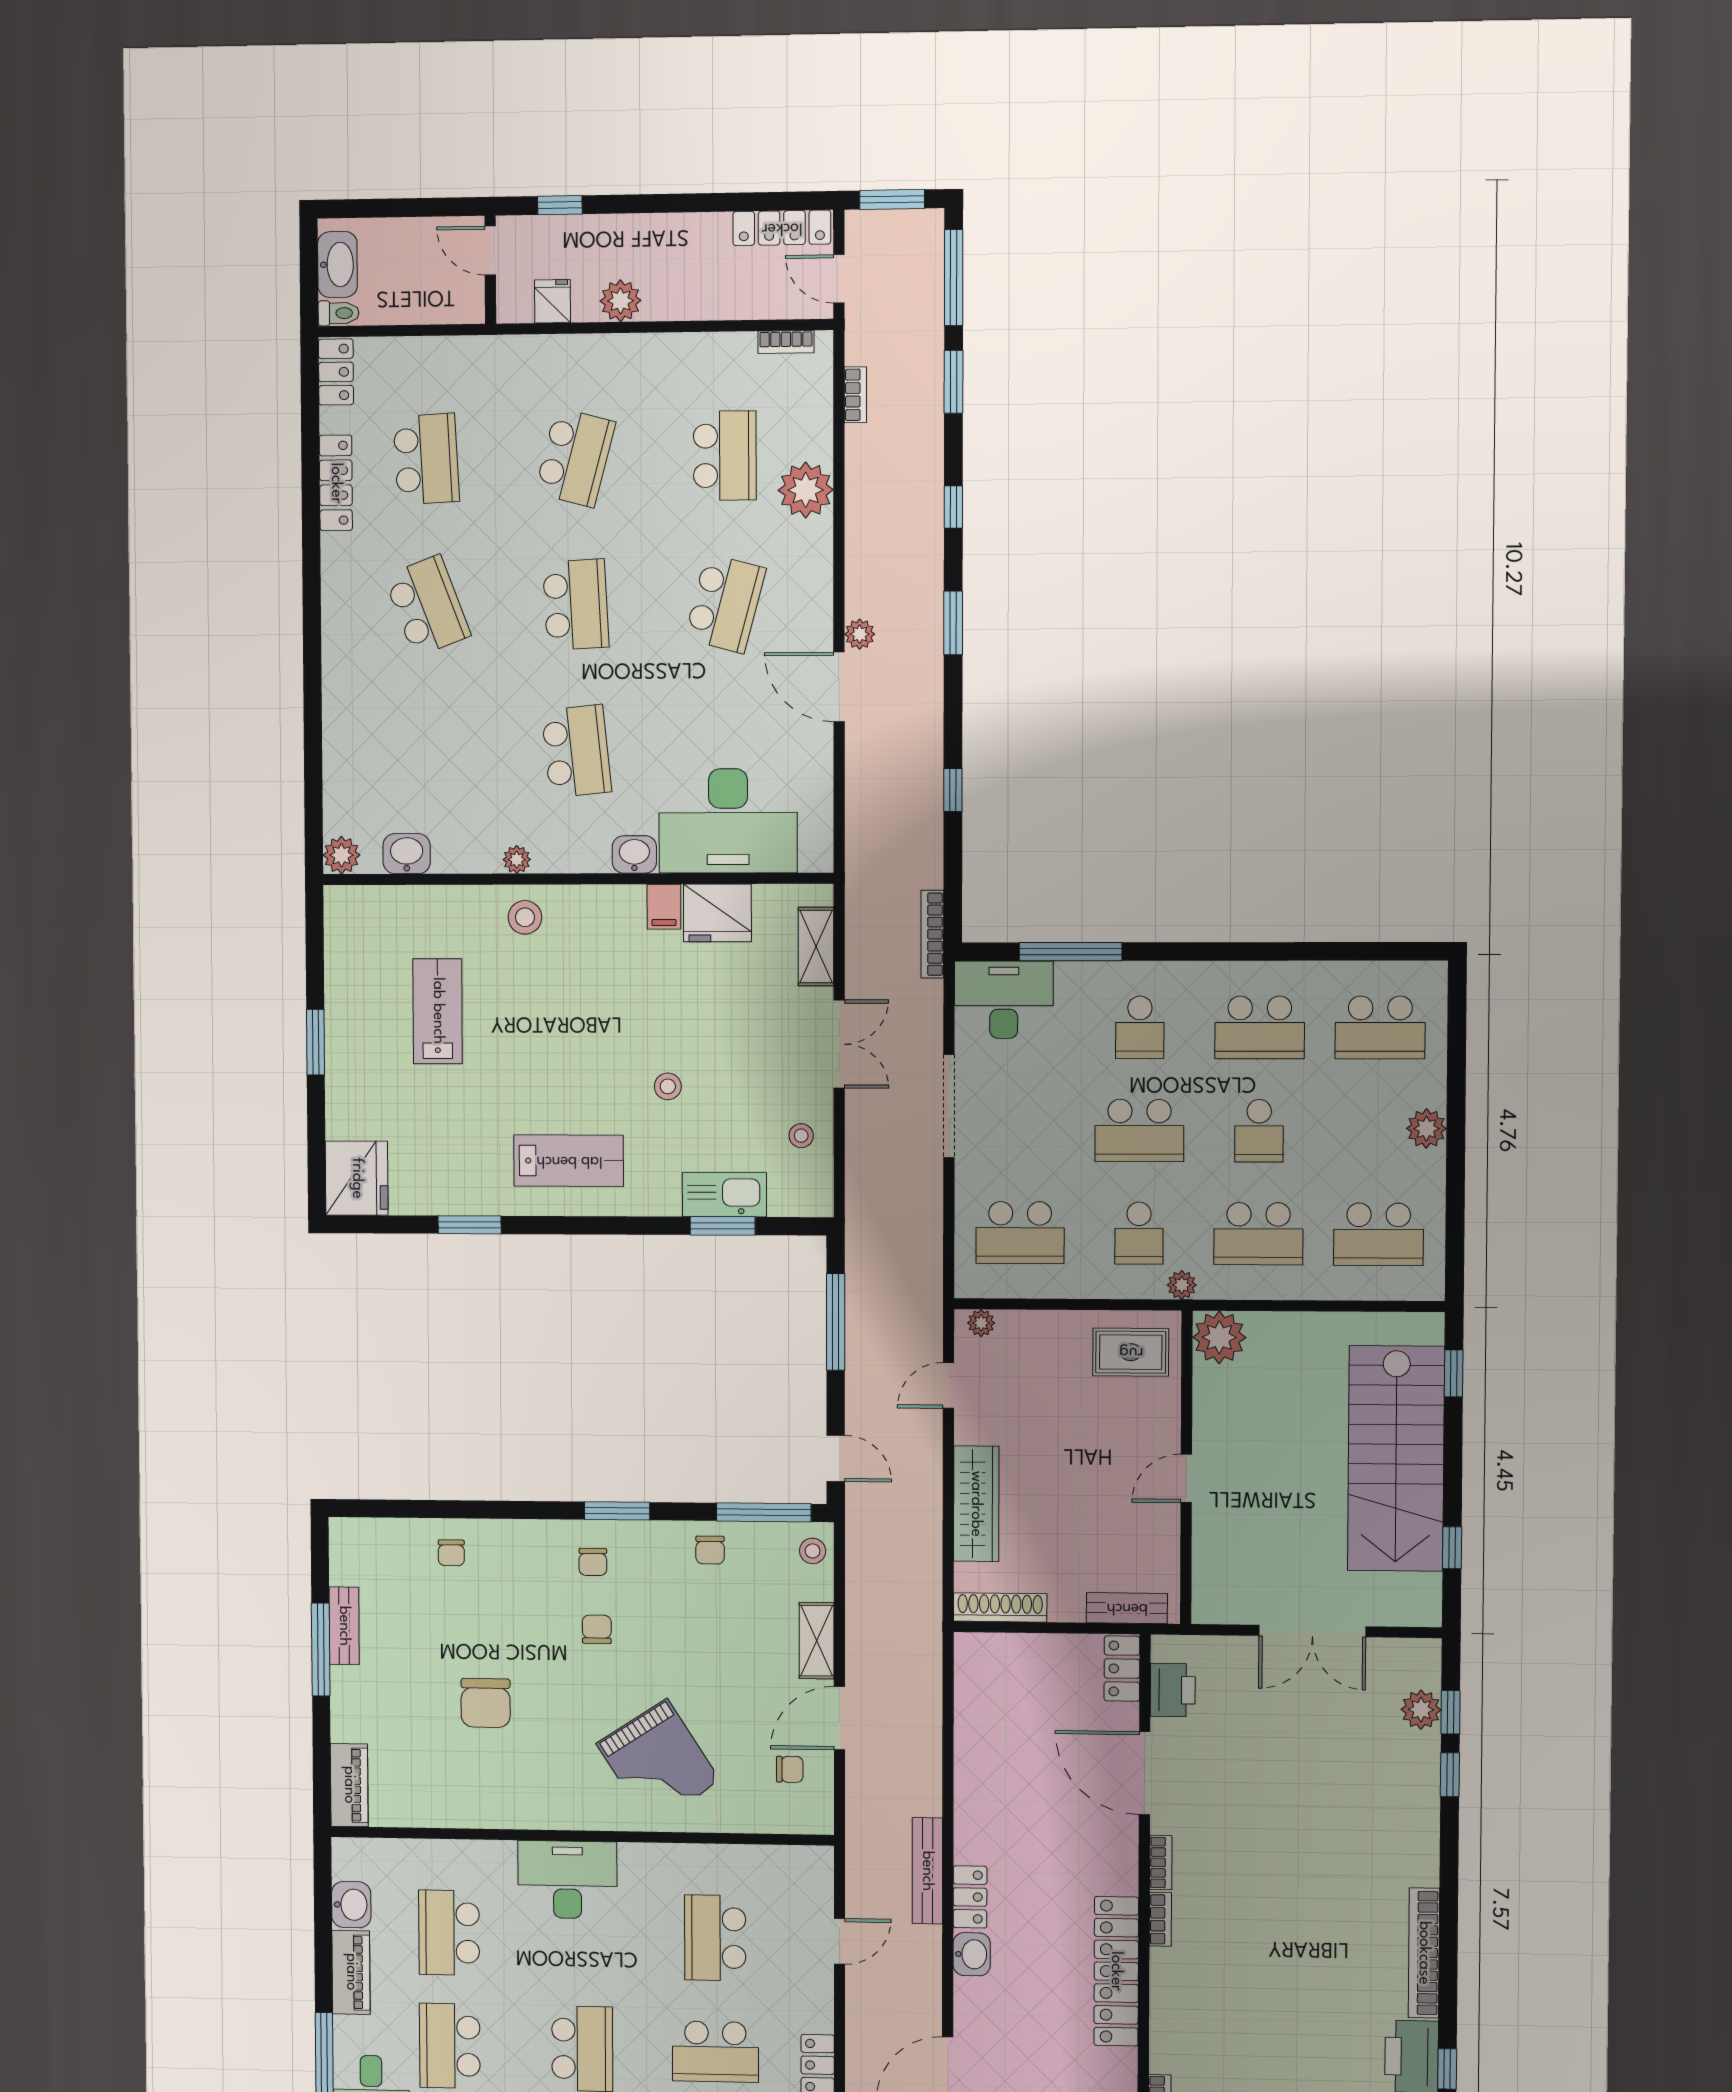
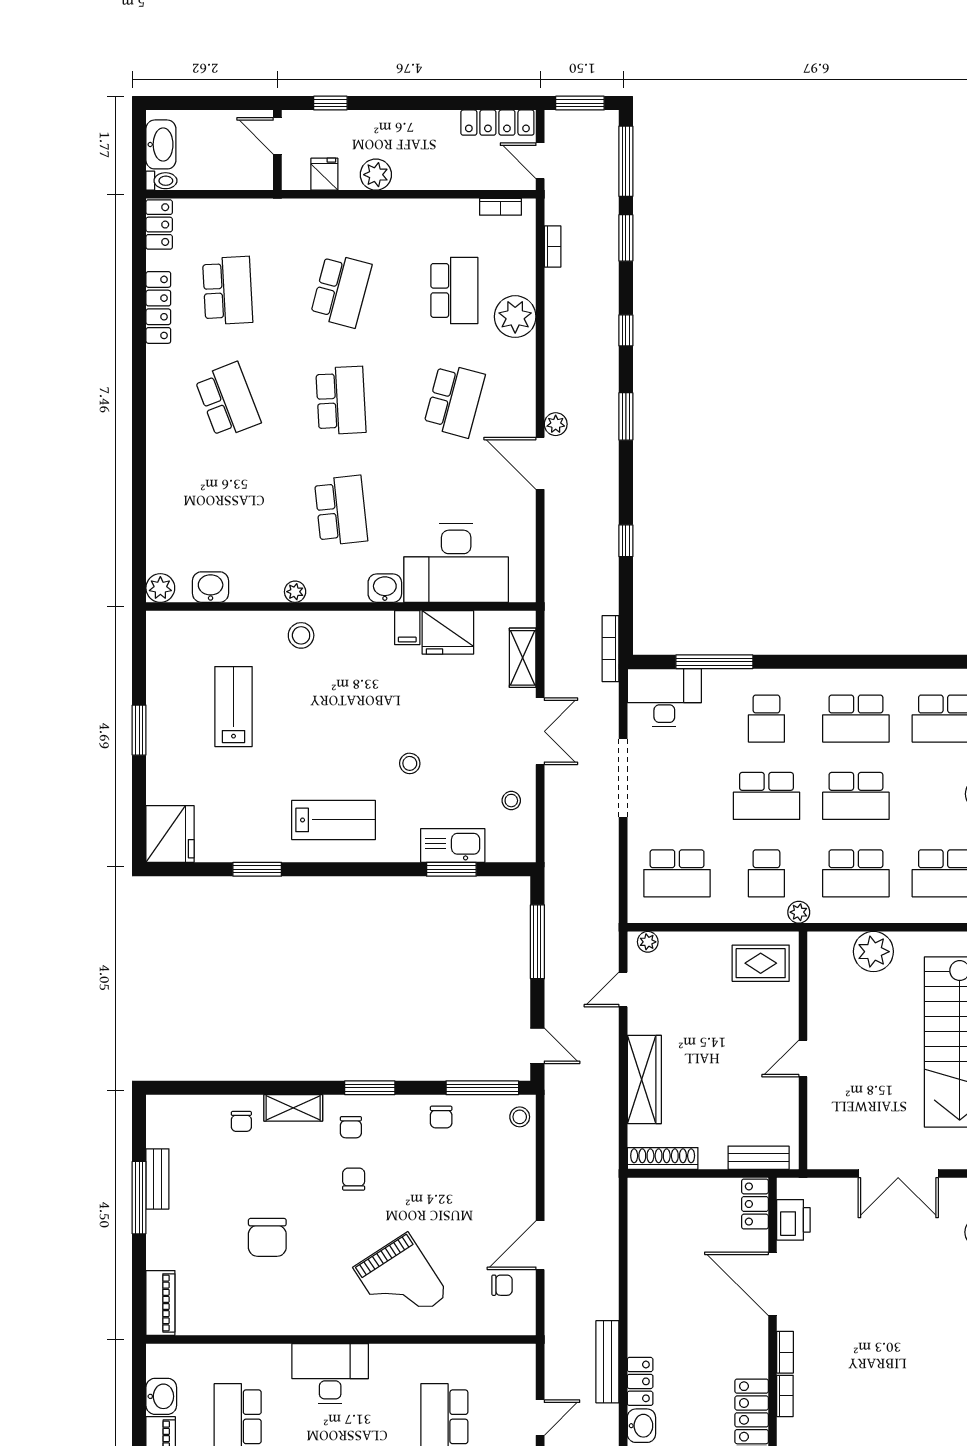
school desk: (1259, 1131) -> (856, 796), width x1.85
plant: (1219, 1337) -> (873, 952), moved
shelving: (817, 1641) -> (293, 1108), moved, turned 90

